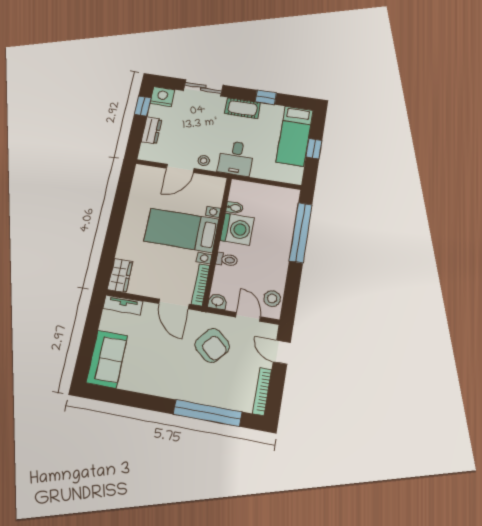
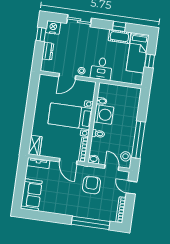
cot: (243, 108) -> (119, 37), moved
window: (301, 233) -> (138, 140), moved
armchair: (212, 345) -> (92, 185), turned -130

